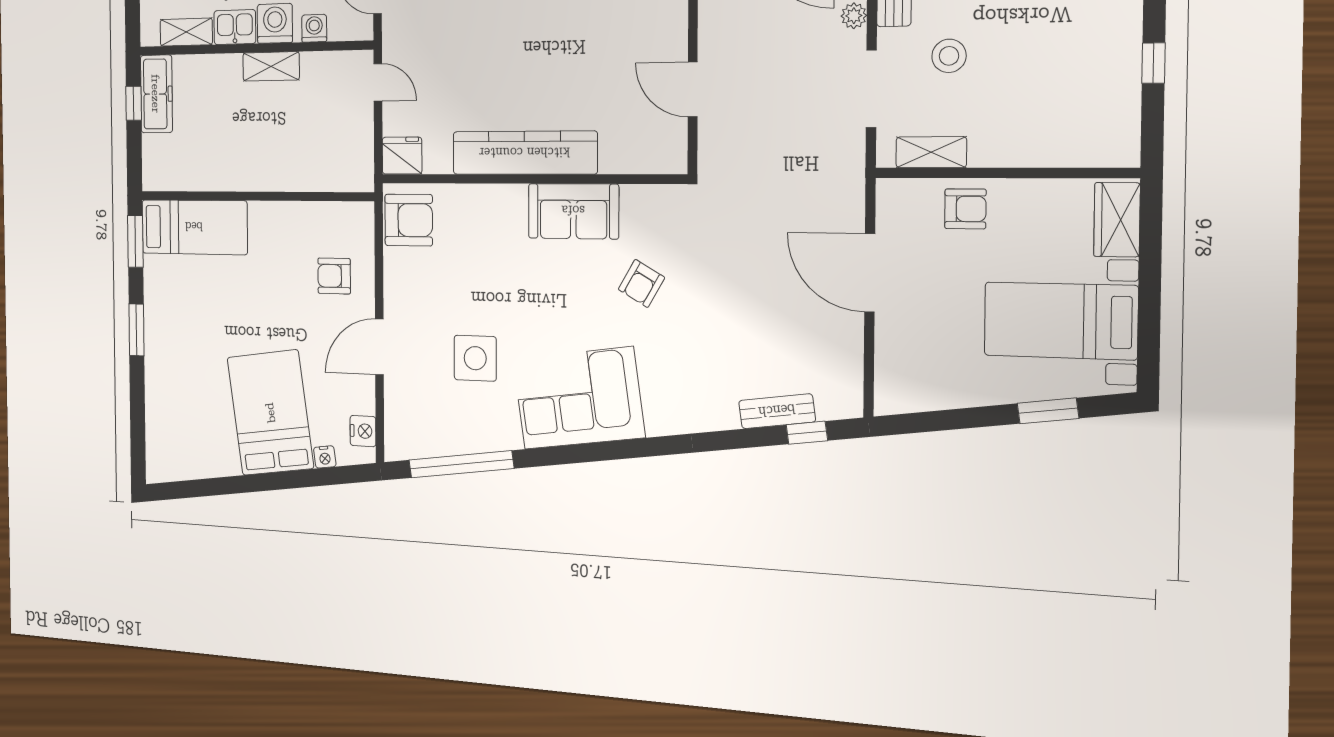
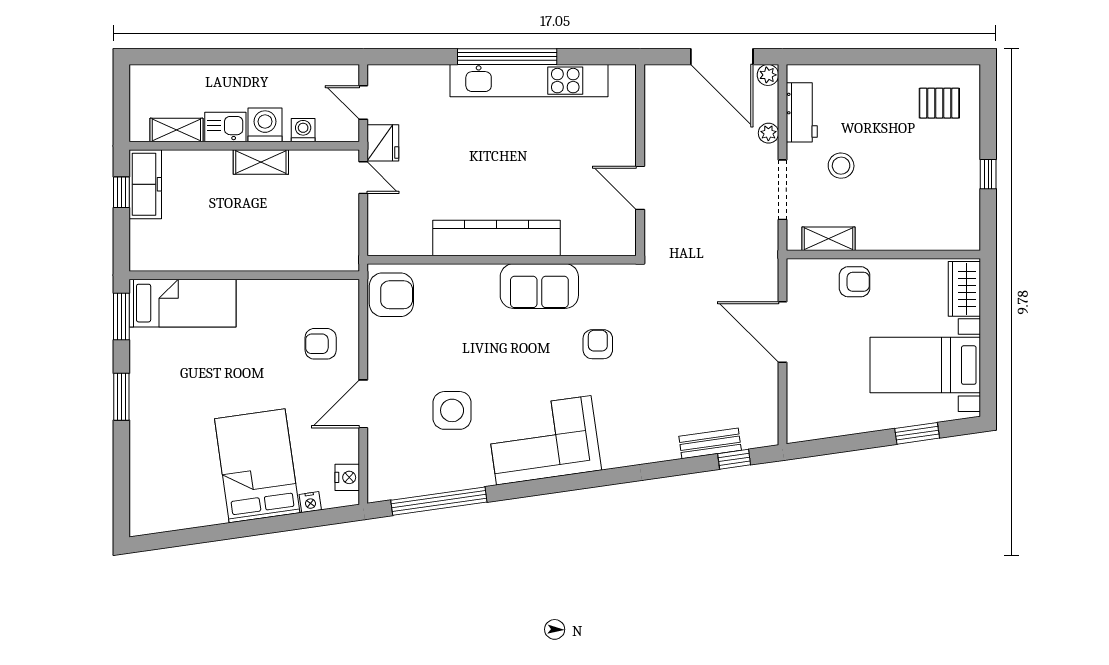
fridge: (402, 156) -> (383, 143), moved, turned 90
armchair: (641, 283) -> (598, 344), turned 150

